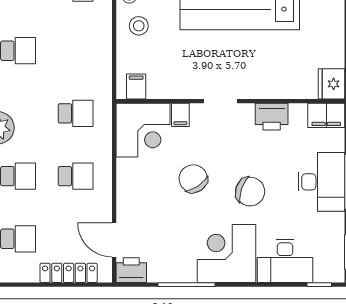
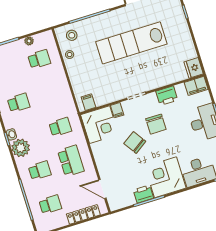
stool: (139, 26) -> (80, 69), removed
school desk: (76, 176) -> (71, 161), width x1.85
chair: (250, 192) -> (156, 124), moved, turned 71
printer: (131, 270) -> (143, 194), moved

